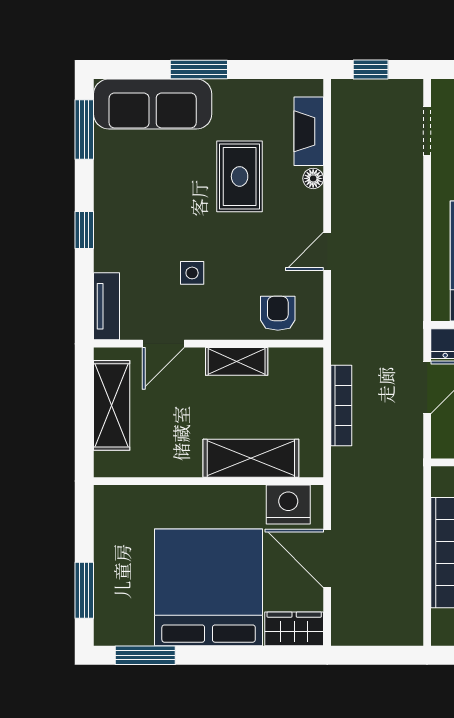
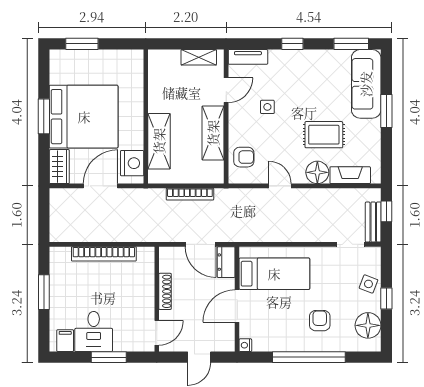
bench: (389, 92) -> (373, 222), added
floor lamp: (313, 178) -> (317, 172), width x1.89, depth x1.89
door: (163, 344) -> (226, 90), swing flipped
shelving: (237, 361) -> (213, 133), width x1.50, depth x1.33
shelving: (112, 405) -> (199, 57), width x0.67, depth x0.75
window: (145, 655) -> (44, 116), moved

